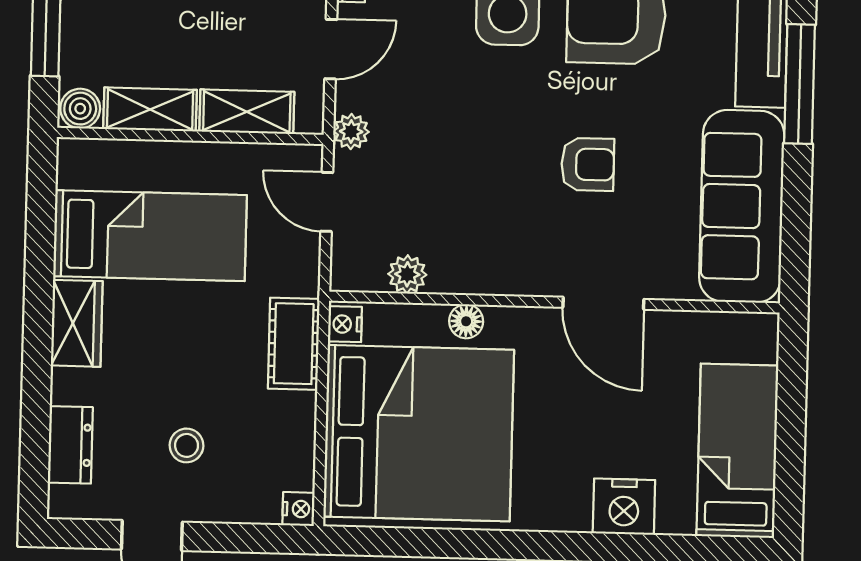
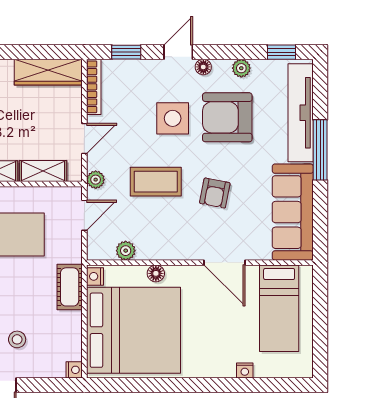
coffee table: (471, 139) -> (156, 182), added
armchair: (588, 164) -> (215, 193), turned 101
door: (327, 202) -> (84, 215), swing flipped
bed: (737, 451) -> (279, 308), moved, turned 180
nightstand: (624, 507) -> (245, 371), width x0.53, depth x0.56

